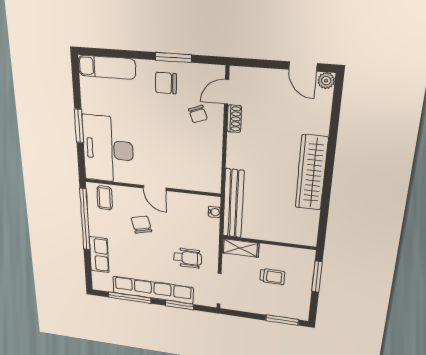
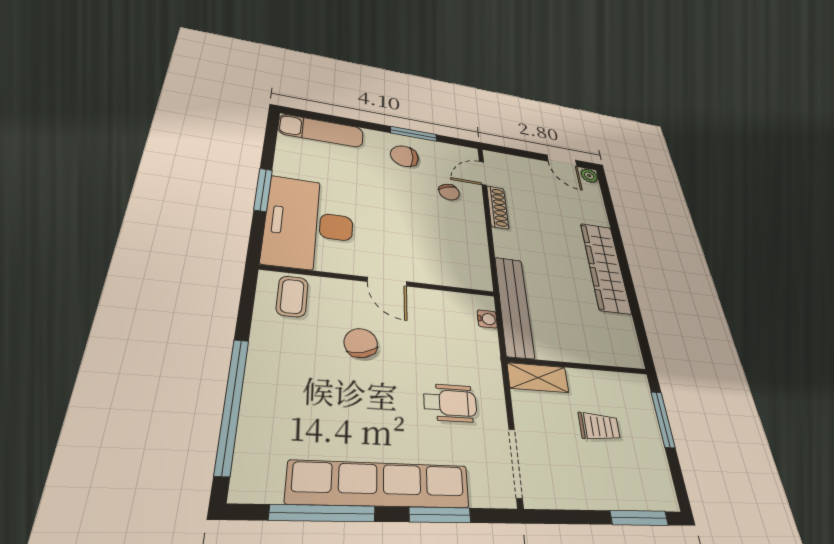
shoe rack: (234, 119) -> (498, 207), width x1.43
window: (85, 220) -> (232, 404), moved
row of seats: (99, 255) -> (261, 410), removed

